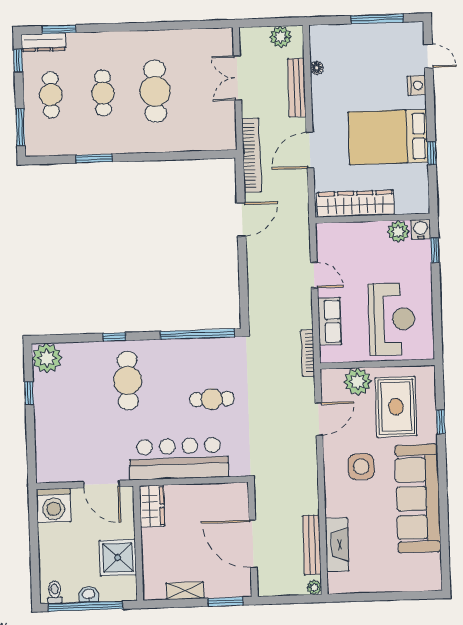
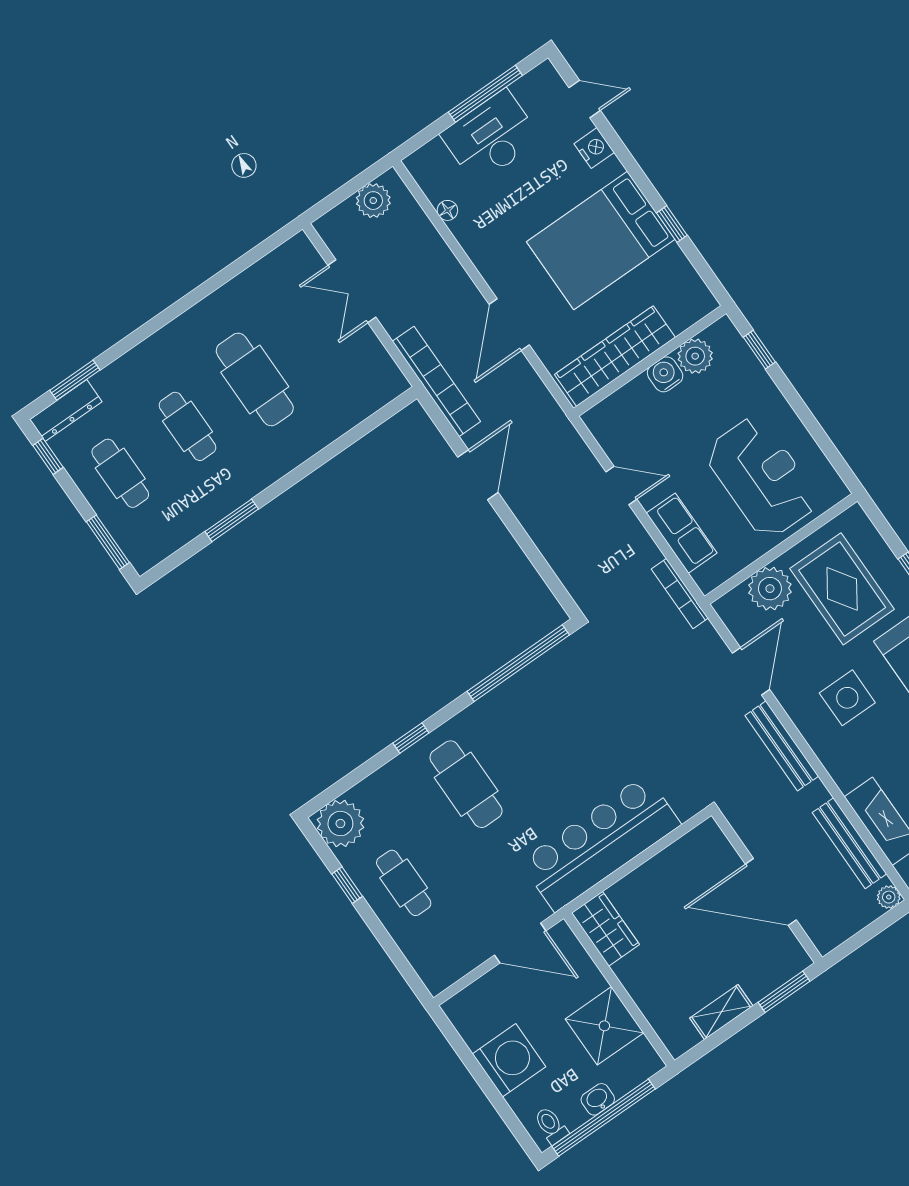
desk: (365, 44) -> (491, 137), added
bench: (297, 88) -> (782, 746), moved
water cooler: (421, 229) -> (665, 374), moved
cafe table: (212, 399) -> (404, 883), moved, turned 90
washing machine: (54, 505) -> (509, 1060), moved, turned -90

